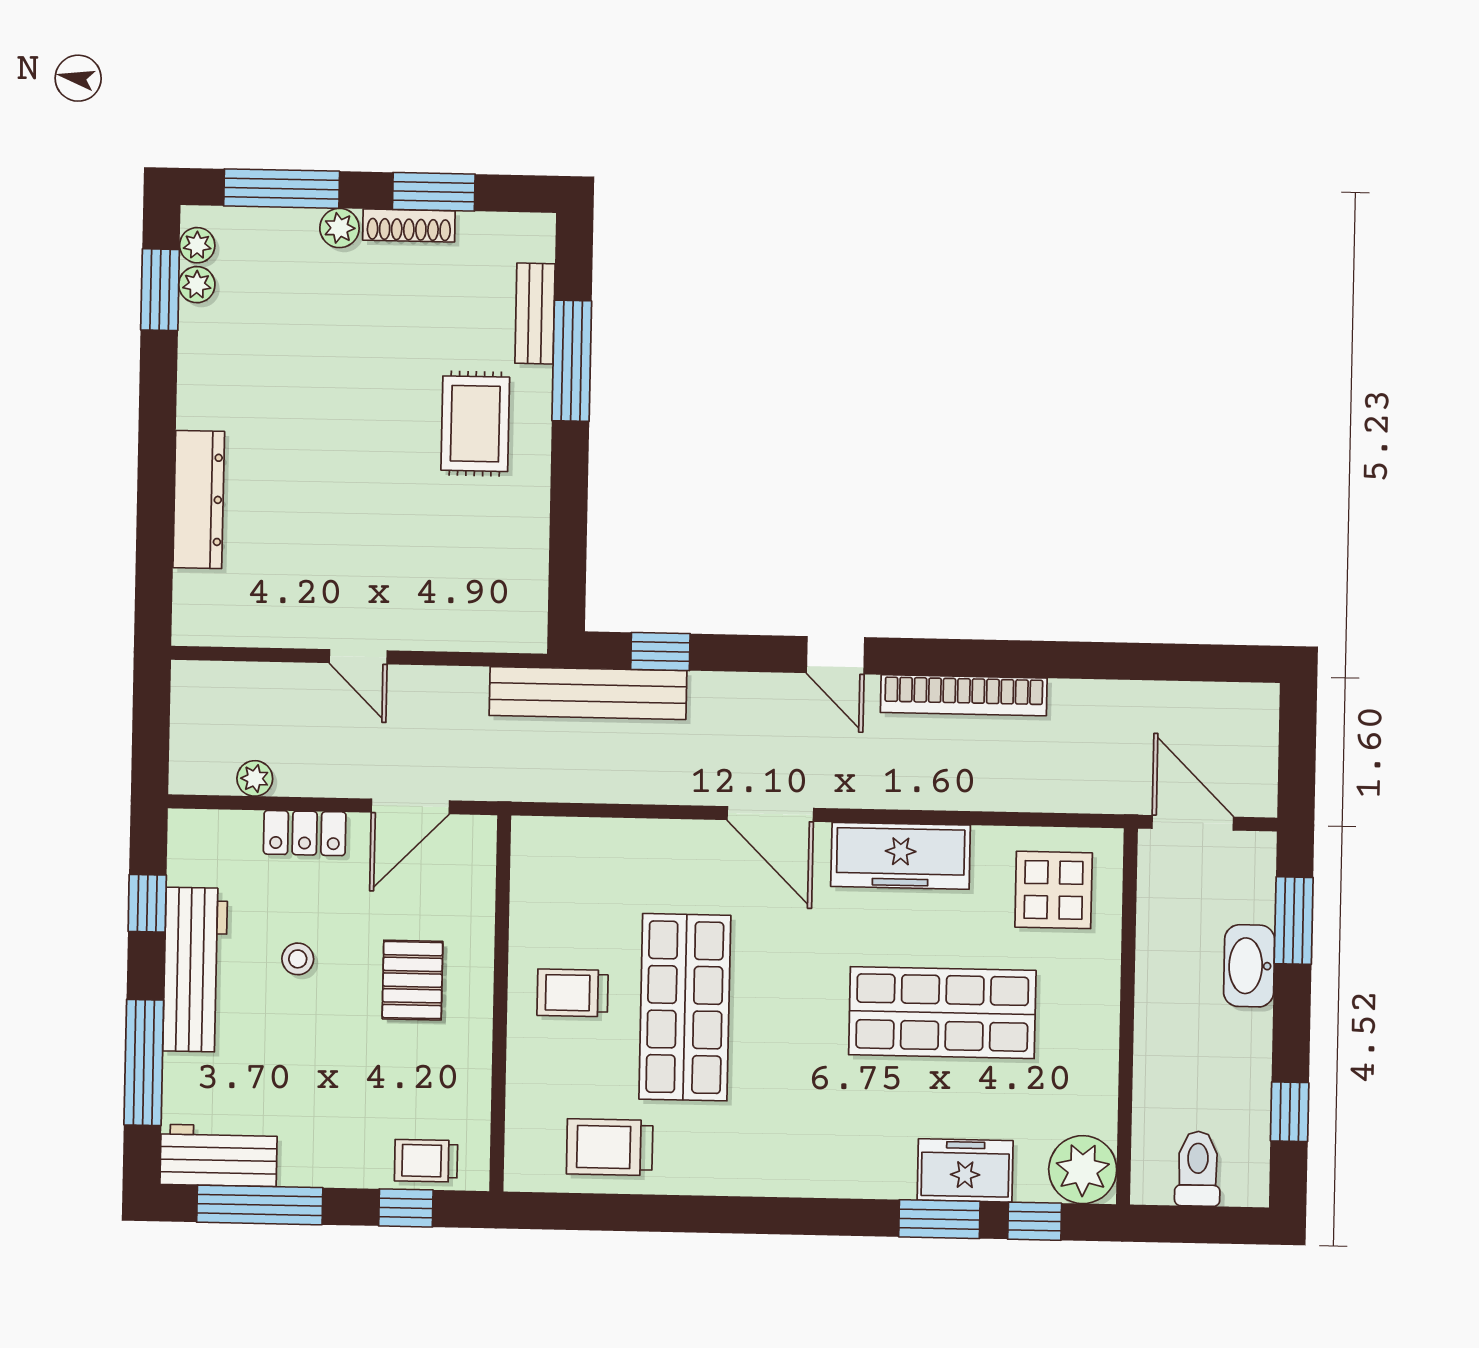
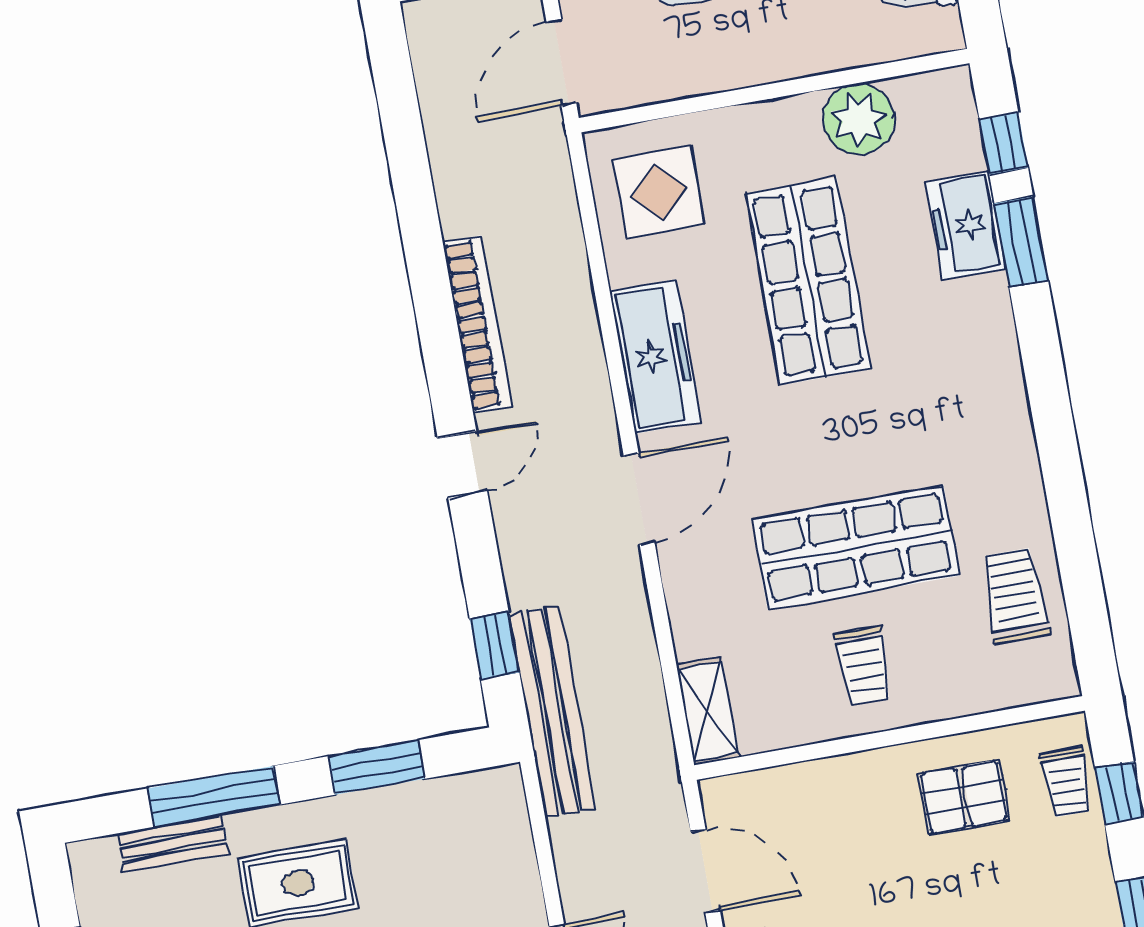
window: (568, 518) -> (376, 767), added
shelving: (559, 838) -> (708, 711), added
pallet: (412, 980) -> (964, 797), moved
trolley: (610, 1147) -> (1015, 596), turned 180
plant: (1083, 1170) -> (858, 119), moved

